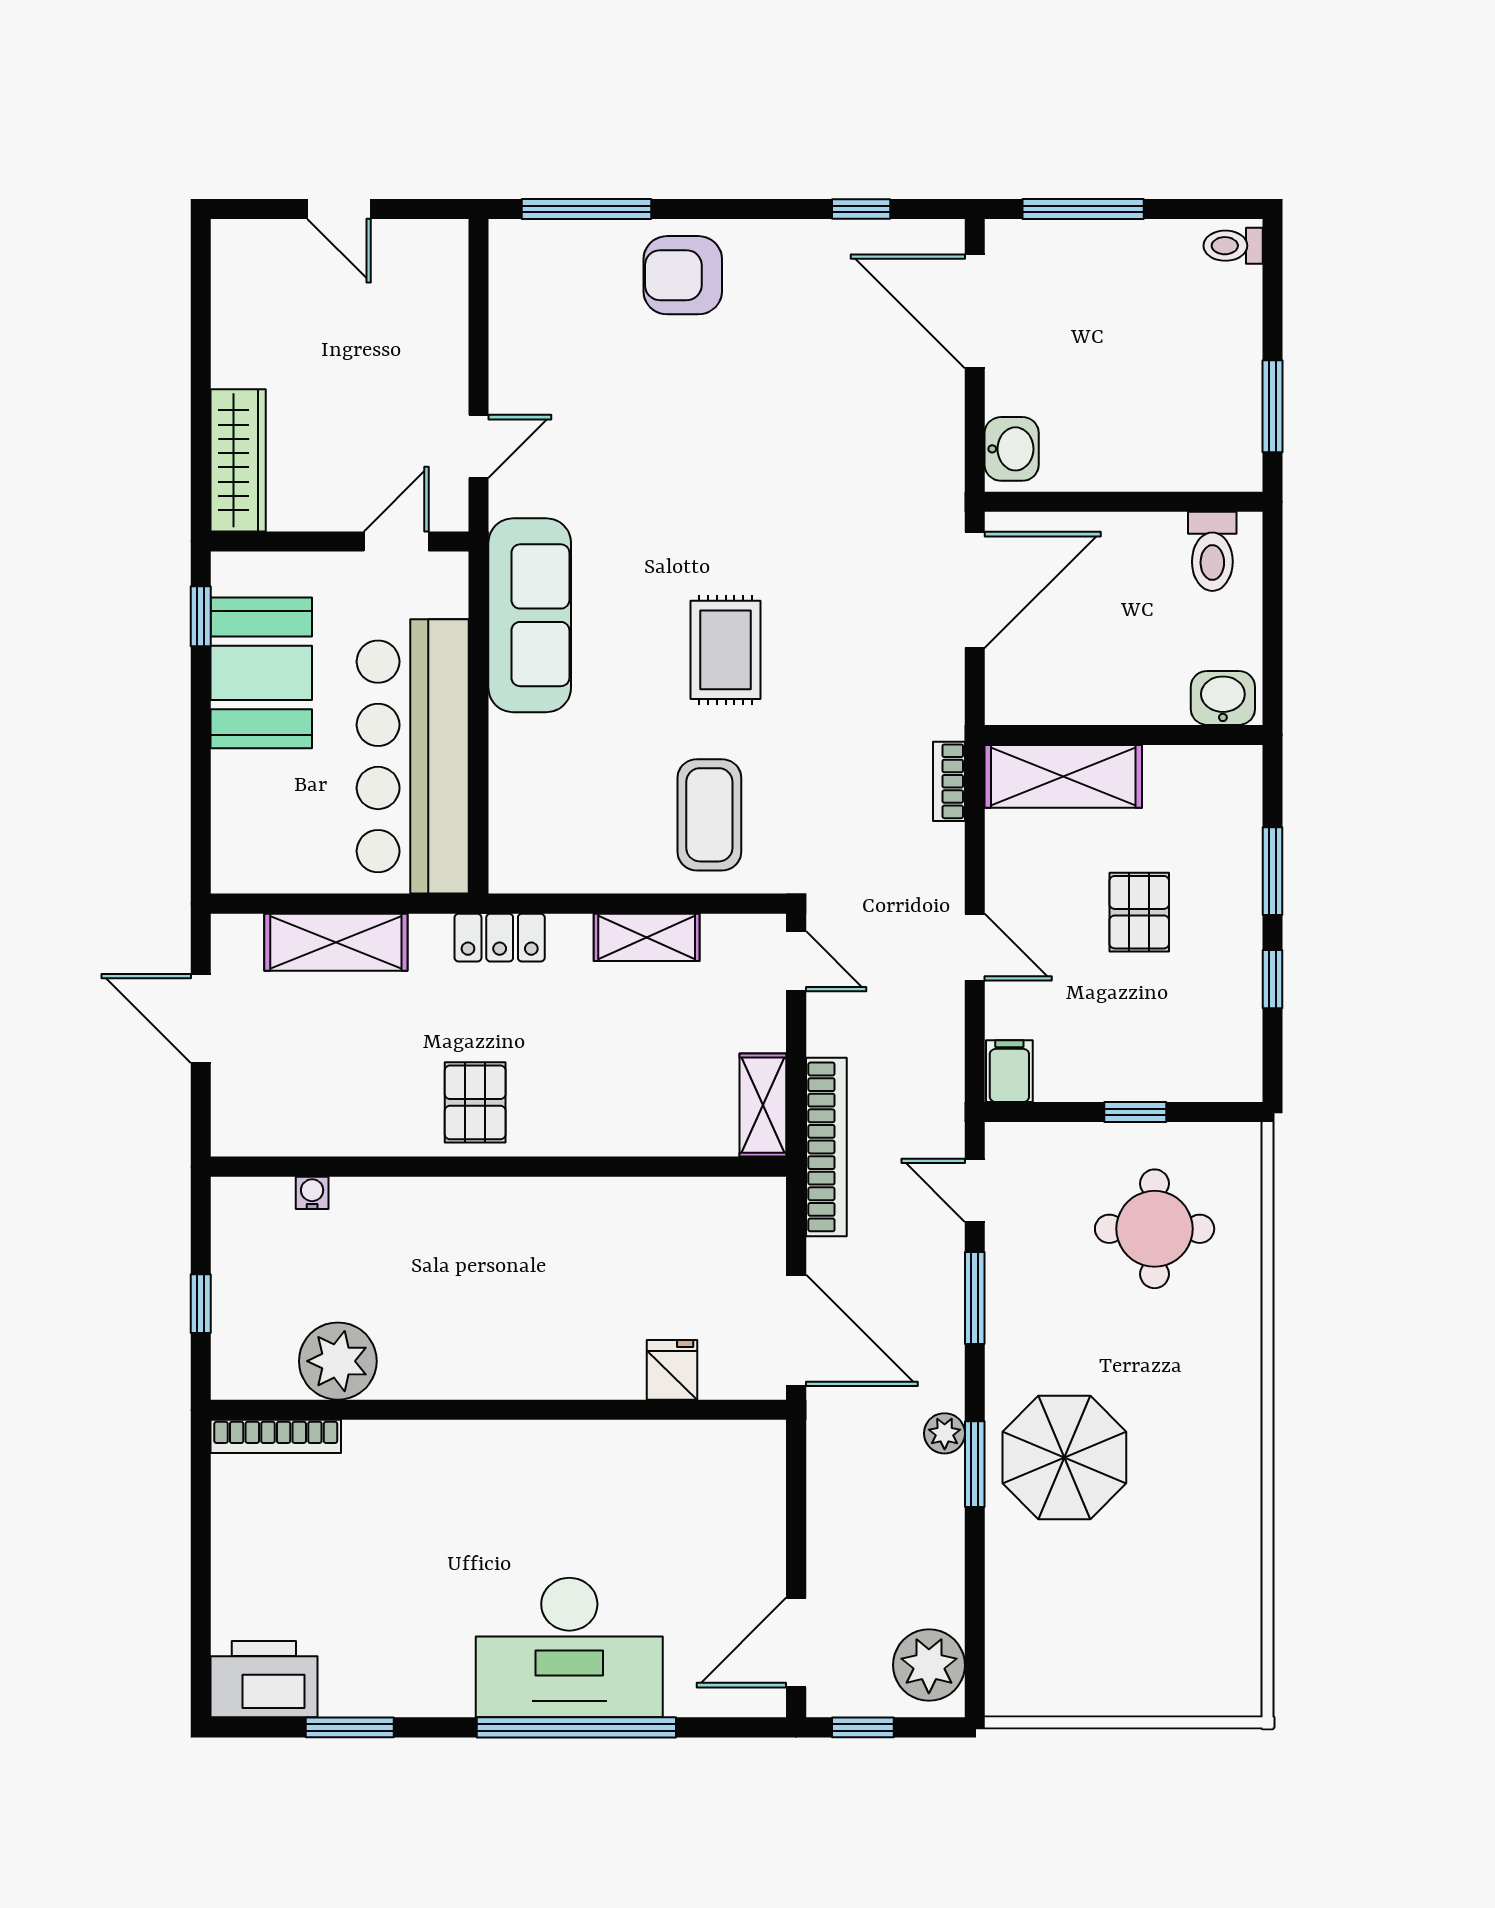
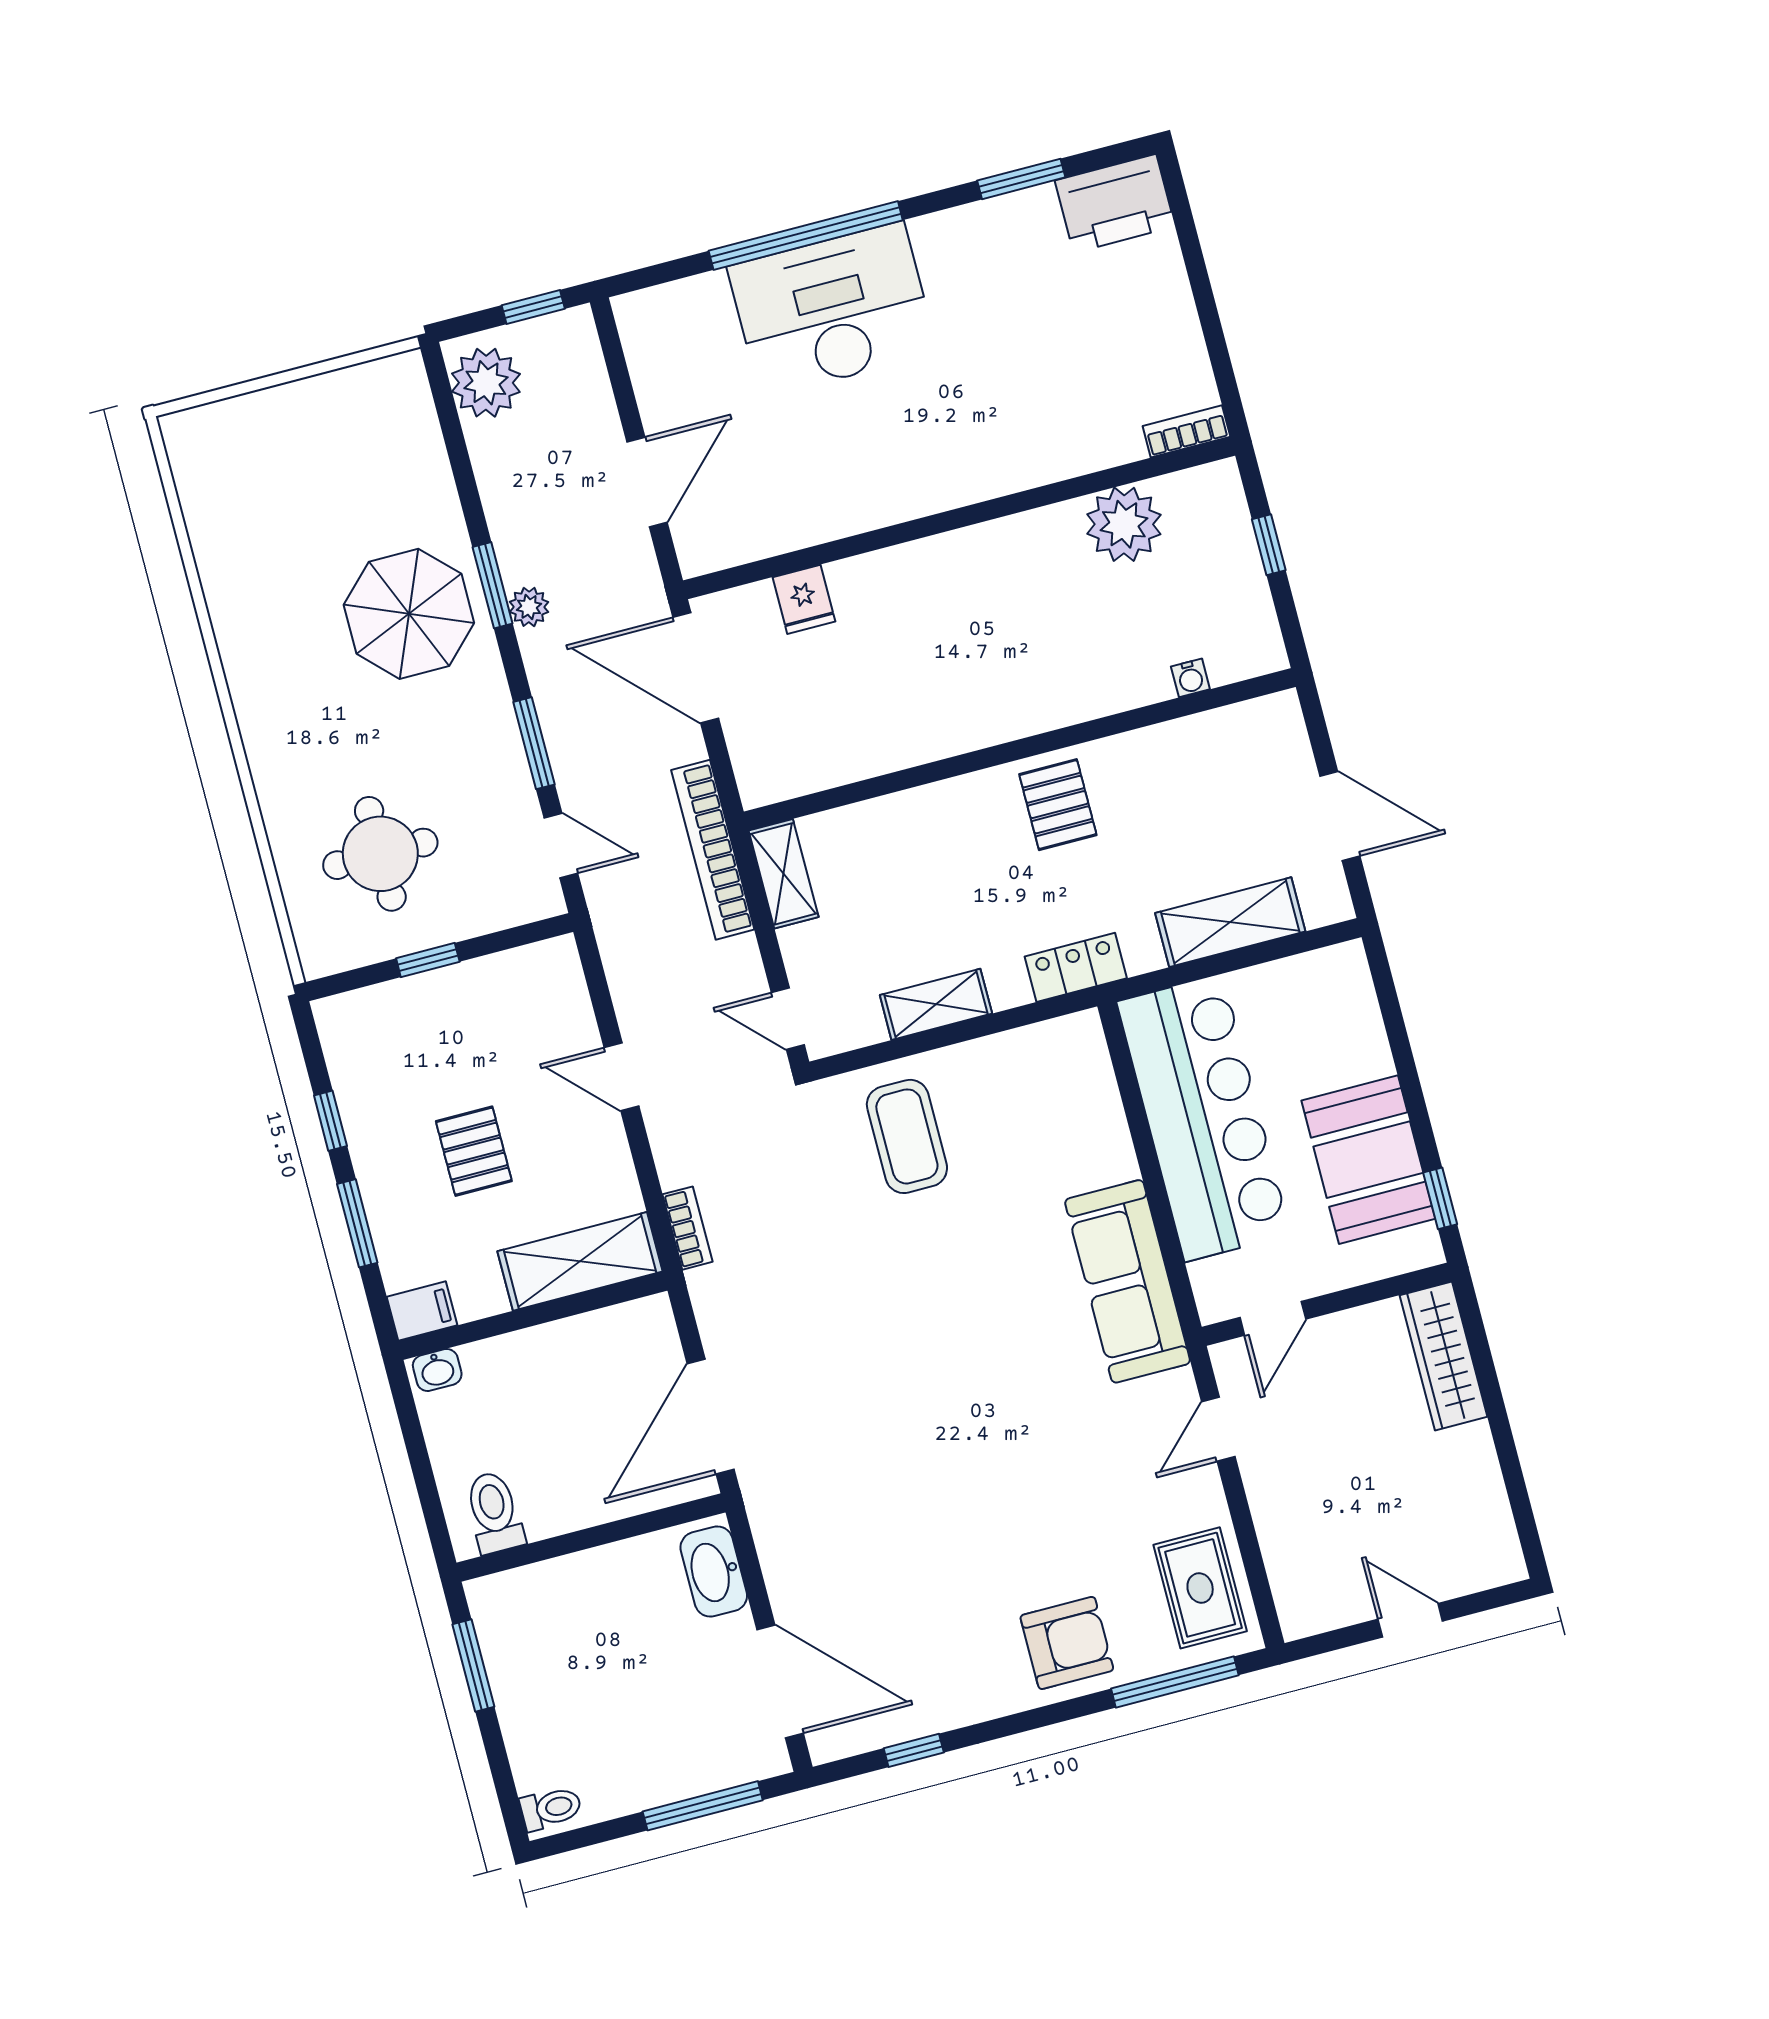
washbasin: (1012, 449) -> (714, 1572), width x1.38
rug: (726, 650) -> (1200, 1588), moved
washbasin: (1223, 698) -> (437, 1370), width x0.72, depth x0.69
filing cabinet: (1009, 1071) -> (422, 1311), moved, turned -90
bookcase: (276, 1436) -> (1186, 431), width x0.64
door: (796, 1642) -> (647, 482), moved

